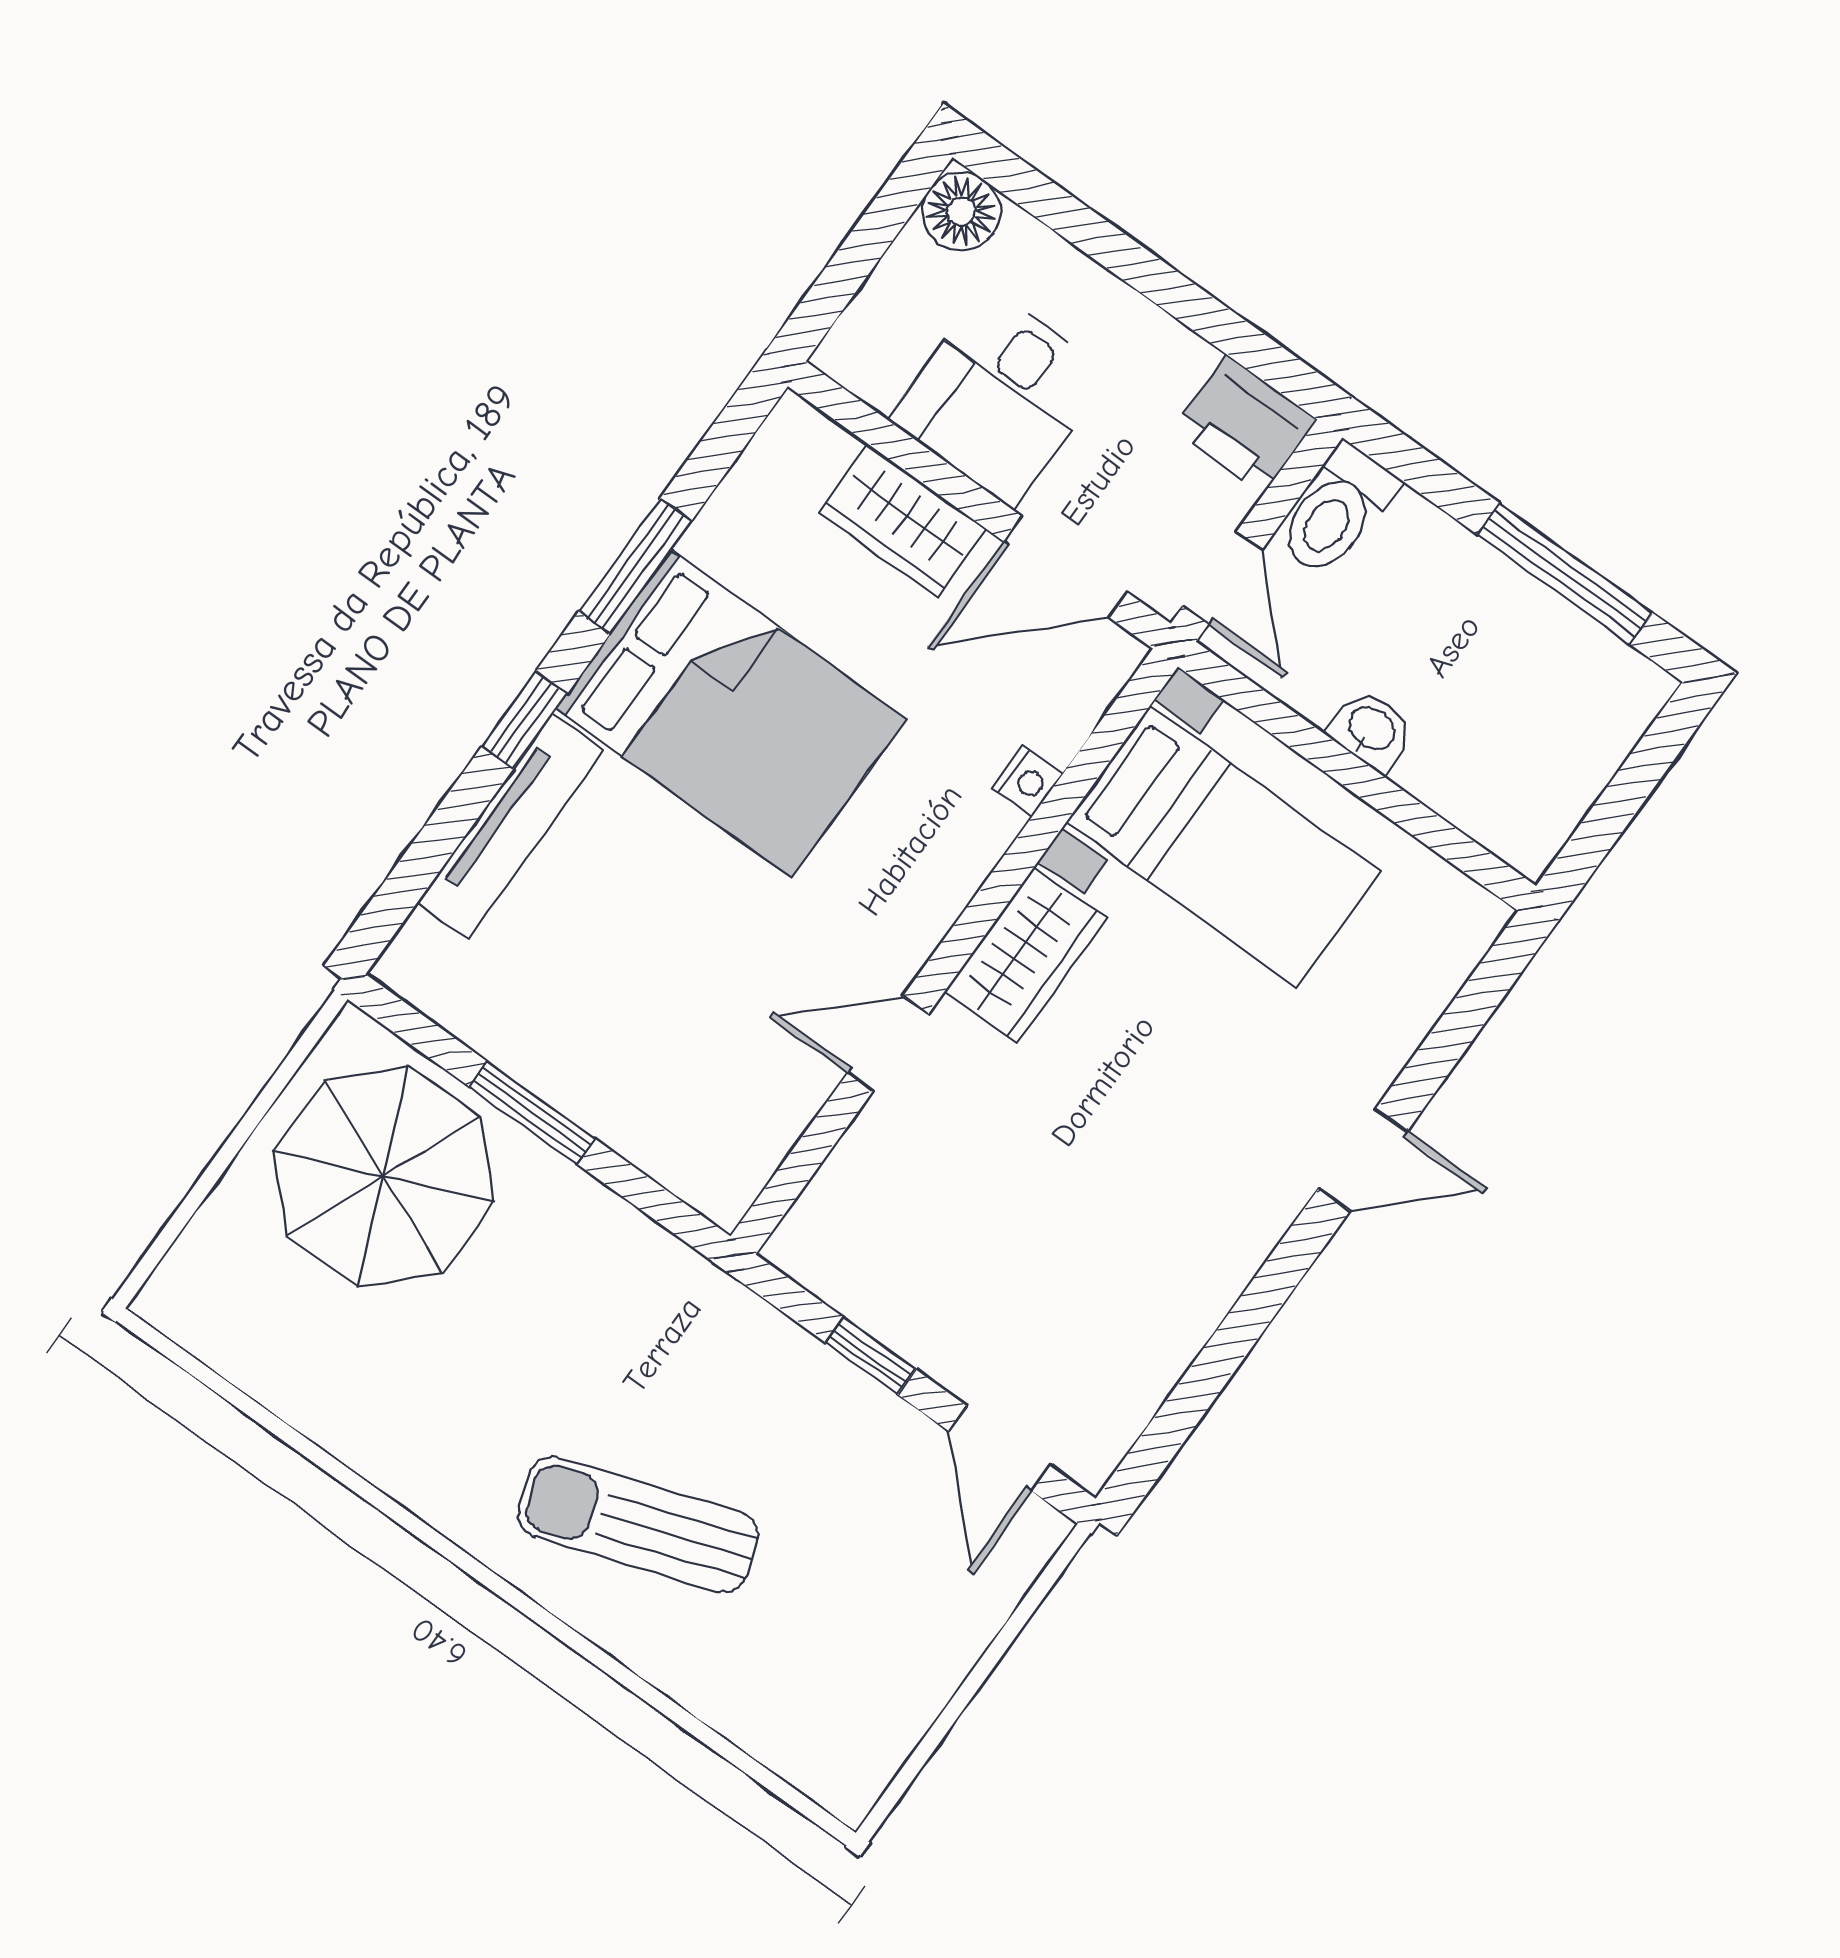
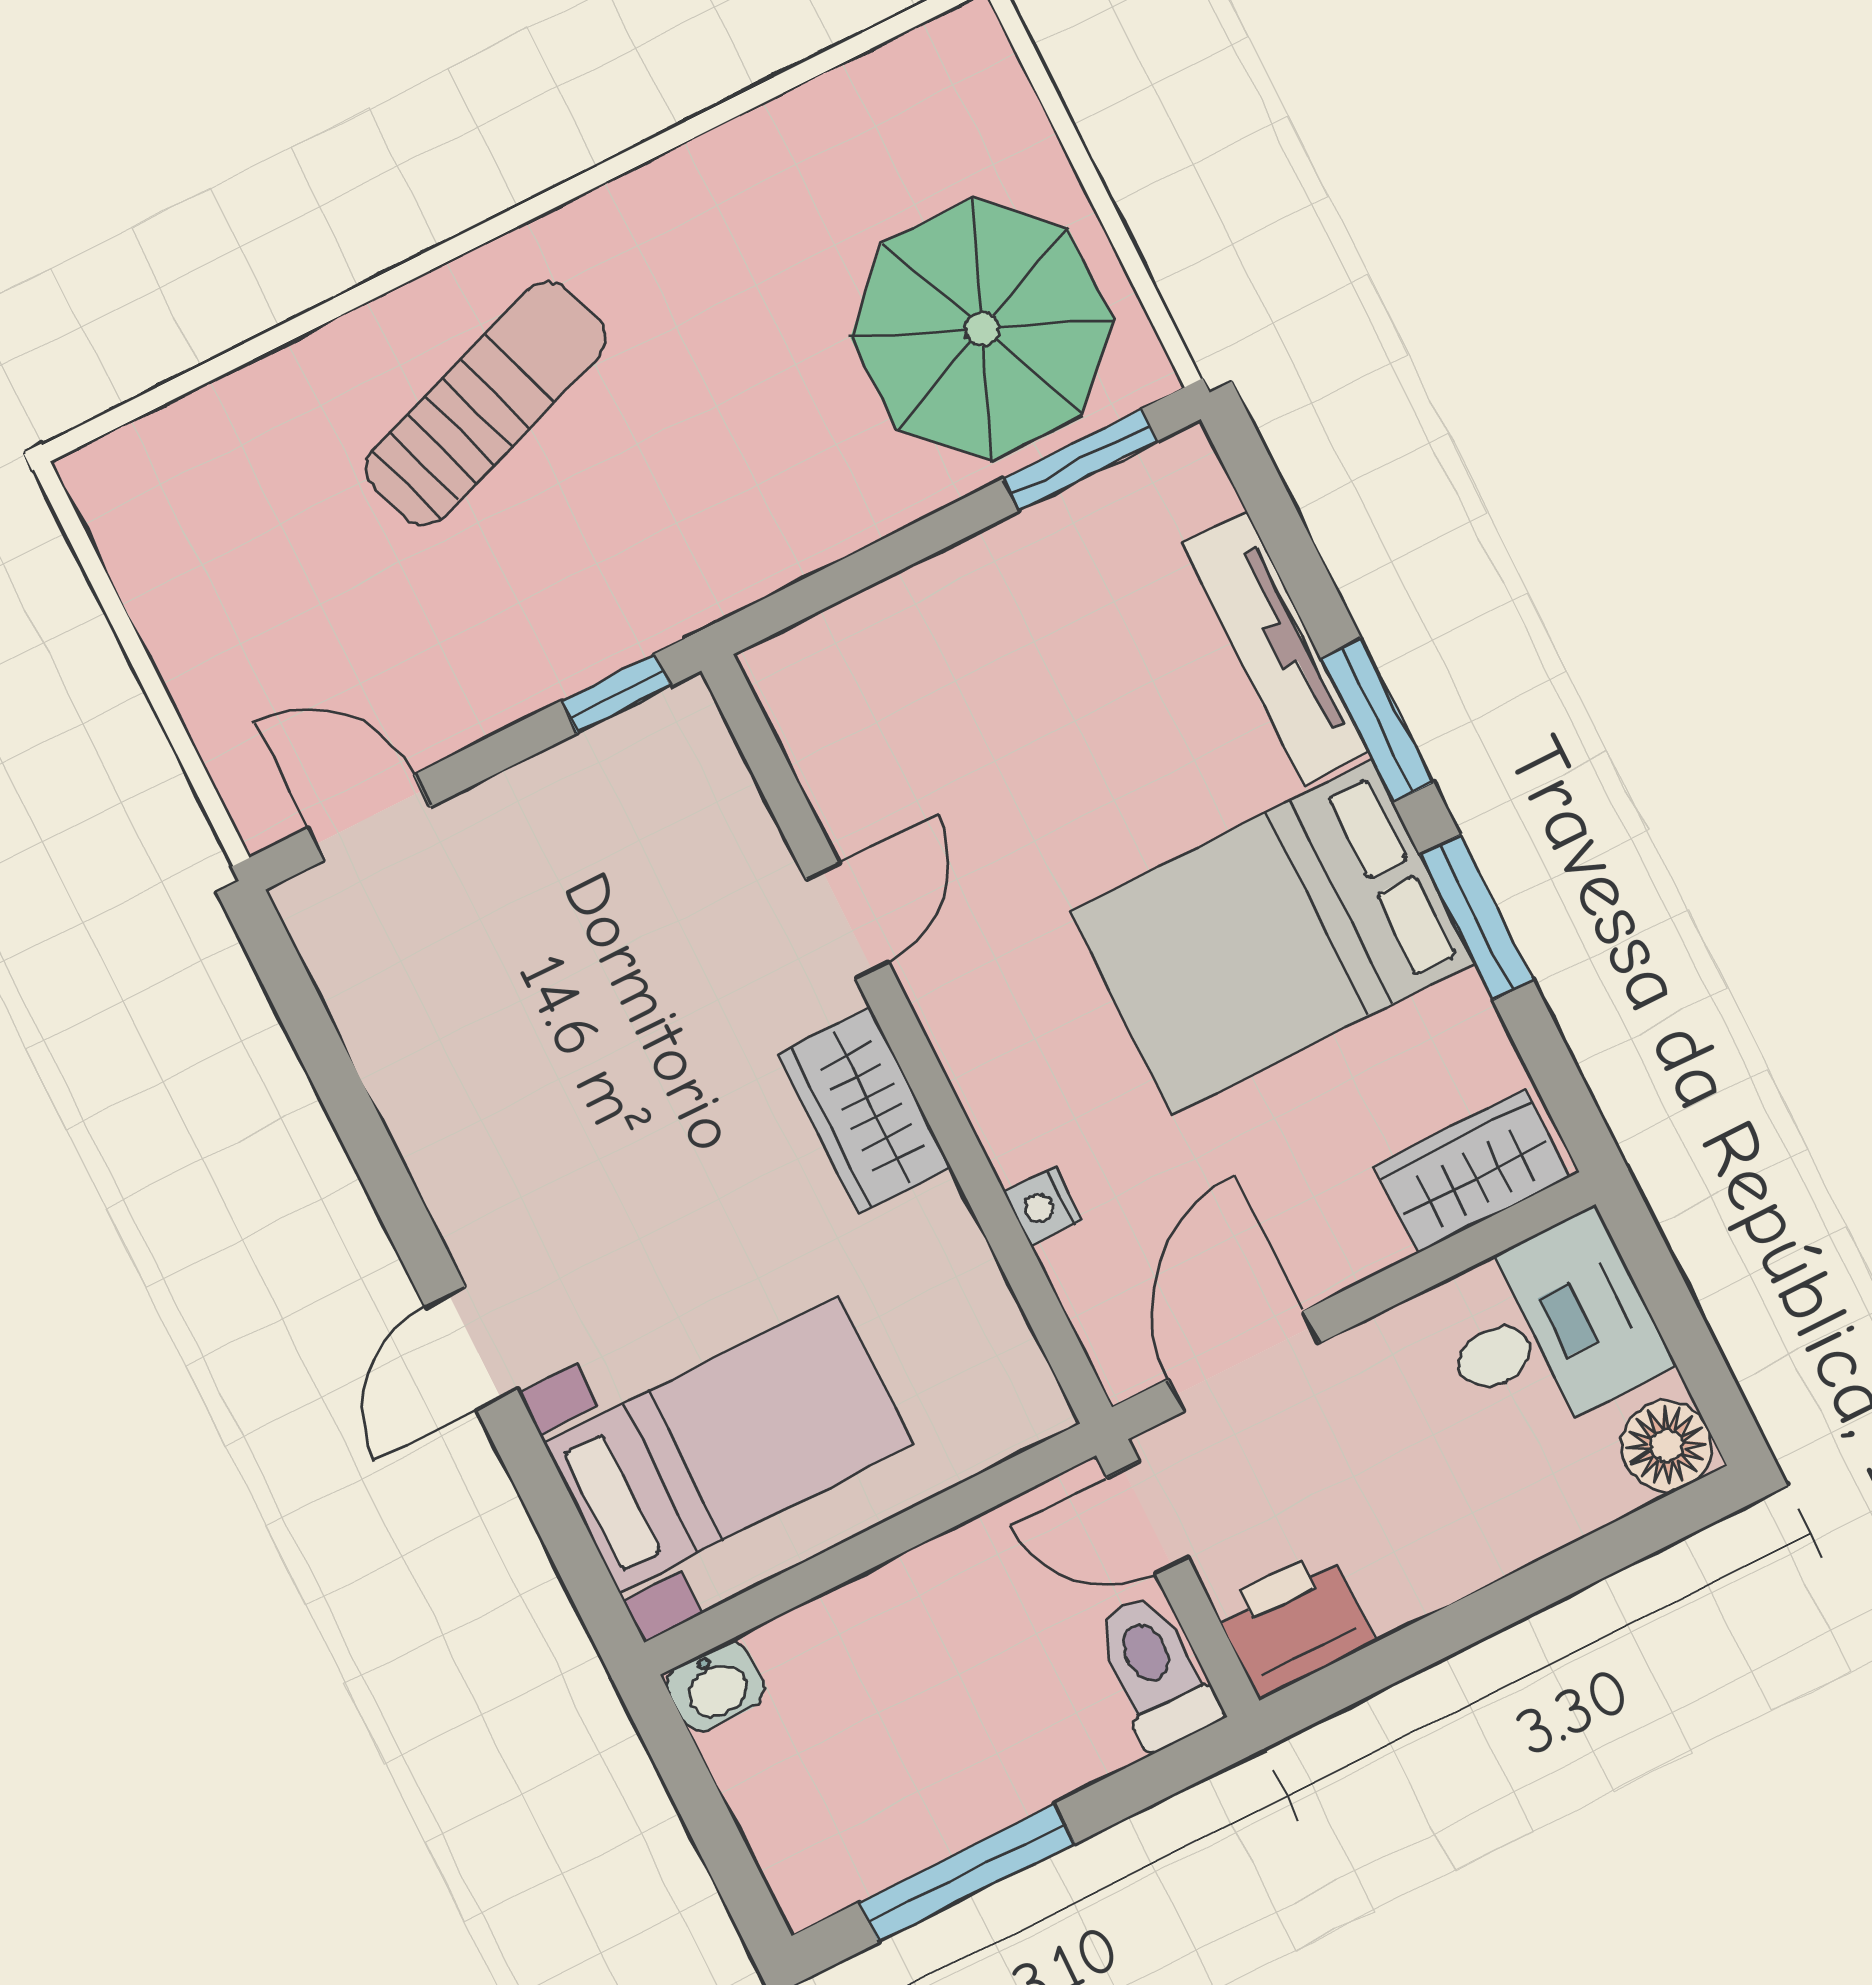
desk: (999, 397) -> (1549, 1329), moved, turned 90
wardrobe: (903, 521) -> (1472, 1171), moved
window: (524, 720) -> (1377, 720), width x1.50
washbasin: (1371, 730) -> (715, 1687), moved
bed with nightstands: (1223, 847) -> (729, 1444), moved, turned 180
window: (532, 1113) -> (1080, 460), moved
window: (870, 1356) -> (616, 693), moved

